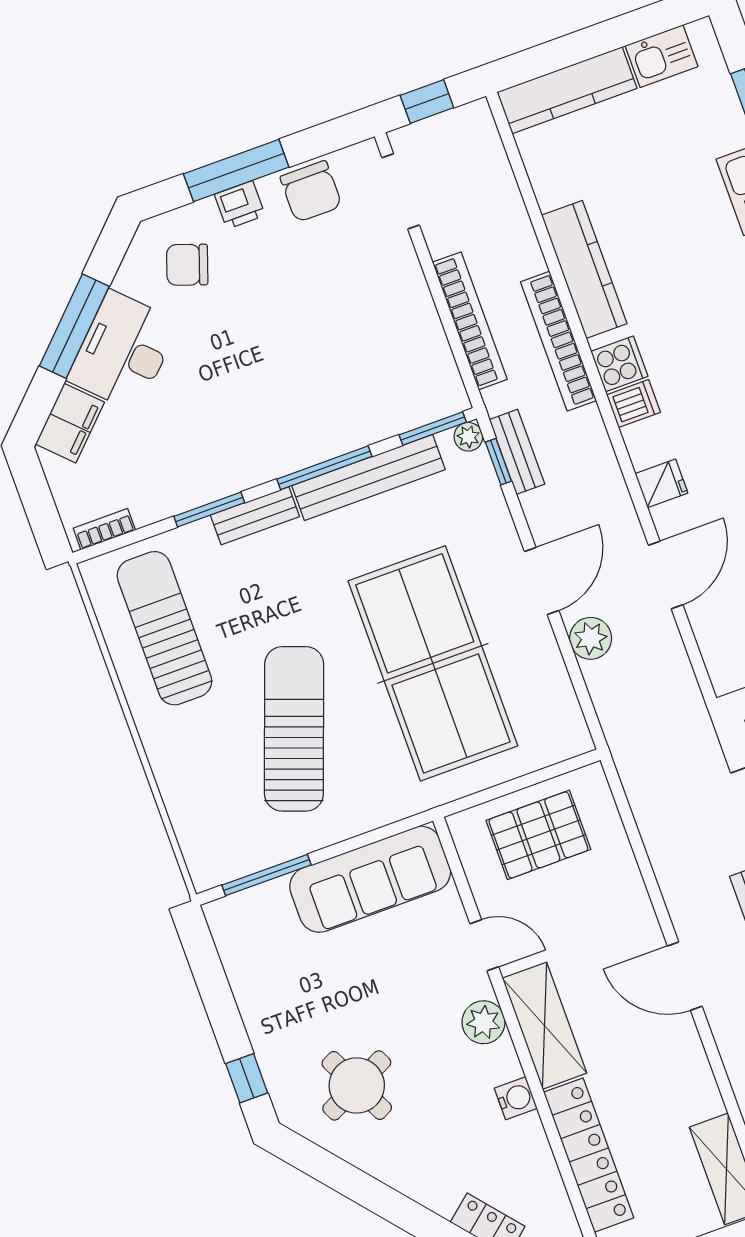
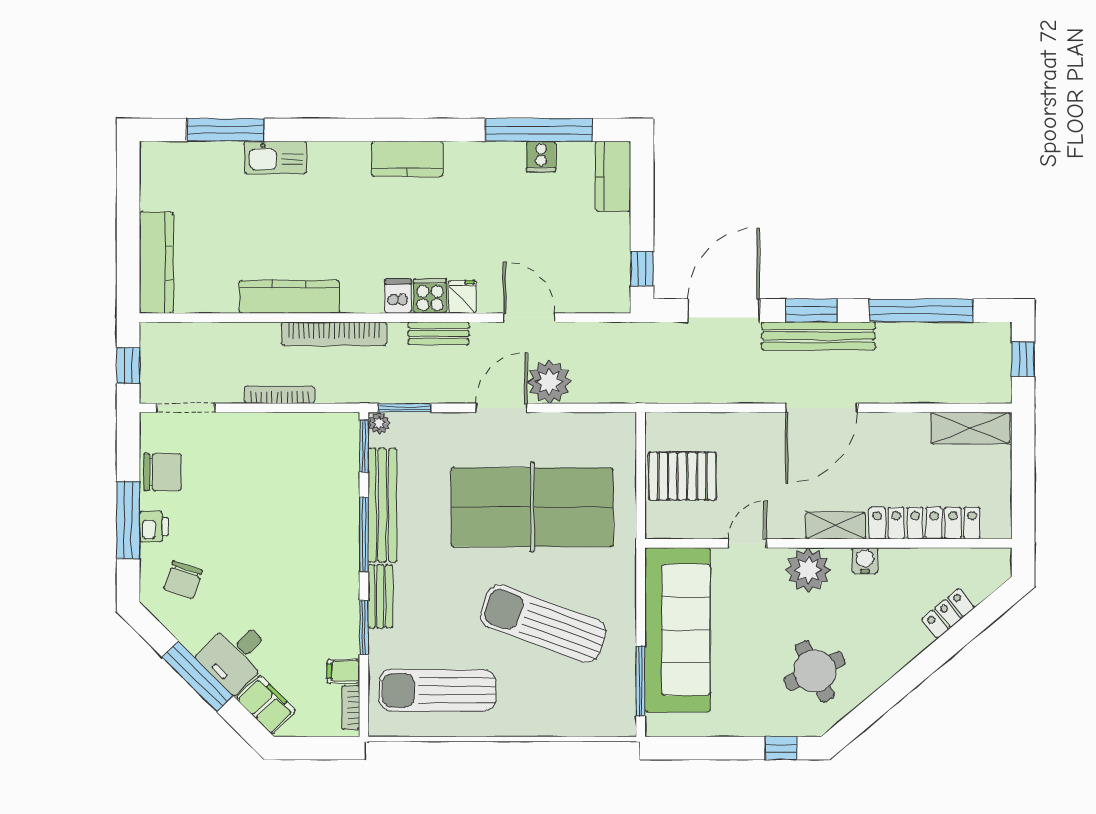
kitchen sink: (661, 56) -> (156, 186), removed
bookcase: (470, 321) -> (280, 395), width x0.68, depth x0.76
desk: (123, 351) -> (236, 655), width x0.73
cooker: (619, 364) -> (430, 296), moved
bench: (517, 452) -> (439, 333), moved
window: (498, 462) -> (405, 408), width x1.50
filing cabinet: (146, 504) -> (343, 671), added
door: (542, 581) -> (501, 408), hinge flipped
plant: (591, 638) -> (549, 382), width x1.36, depth x1.36
pallet: (538, 835) -> (682, 476), turned 90
sofa: (370, 879) -> (677, 630), width x1.36, depth x1.27
door: (685, 976) -> (821, 408), width x1.36
plant: (483, 1022) -> (808, 570), width x1.36, depth x1.36
shelving: (544, 1026) -> (836, 526), width x0.67, depth x0.75

